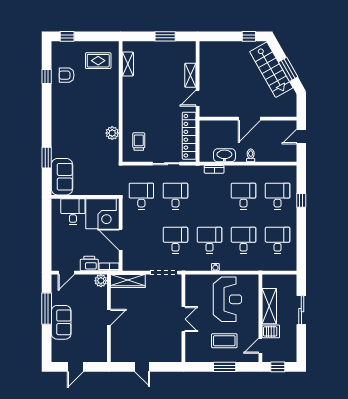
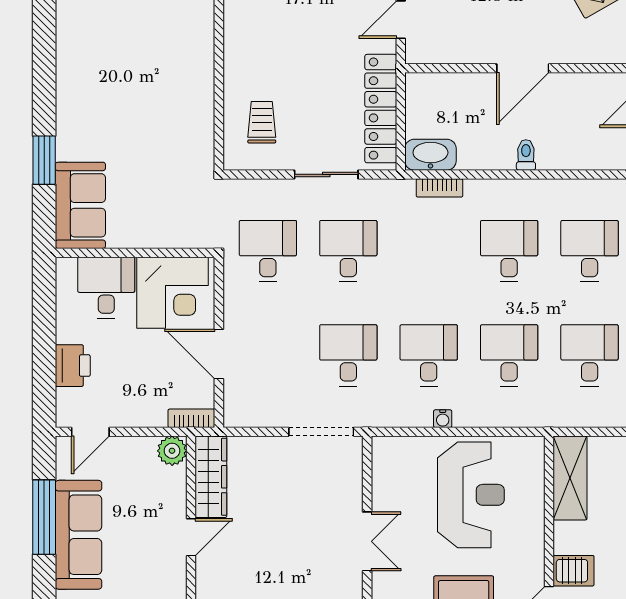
plant: (112, 133) -> (199, 102), removed
washbasin: (224, 155) -> (430, 155), moved
printer: (89, 263) -> (73, 366), moved, turned 90
wardrobe: (128, 281) -> (211, 477), moved, turned -90
shelving: (269, 306) -> (570, 478), moved
sofa: (61, 322) -> (78, 535), width x1.36

